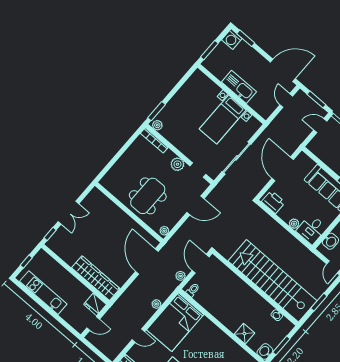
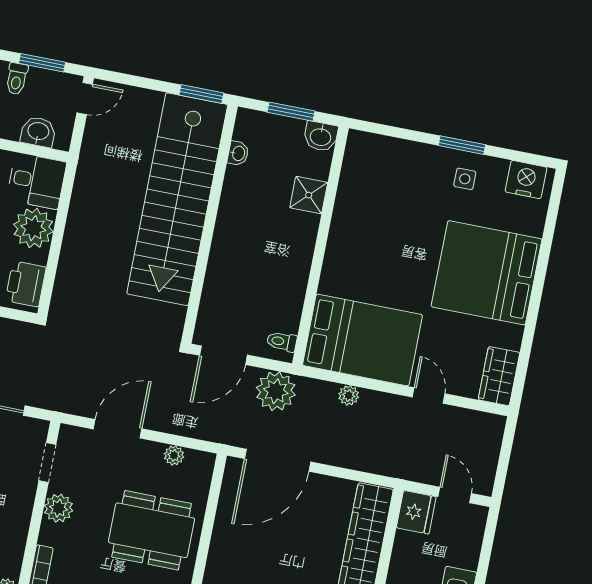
door: (195, 205) -> (118, 429), hinge flipped
plant: (294, 224) -> (33, 228), width x1.87, depth x1.87
plant: (164, 231) -> (174, 455), moved
plant: (181, 276) -> (276, 391), width x1.88, depth x1.88
window: (319, 302) -> (201, 94), moved

